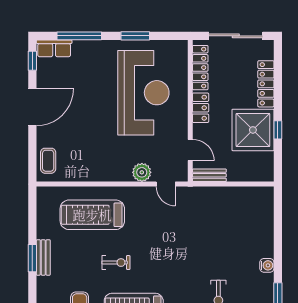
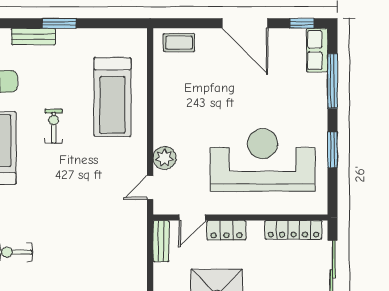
reception desk: (143, 93) -> (263, 160), turned 180
locker: (201, 108) -> (226, 230), moved
treadmill: (92, 215) -> (112, 97), turned 180
bench: (43, 257) -> (33, 37), moved
exercise bike: (116, 263) -> (54, 126), turned 180

